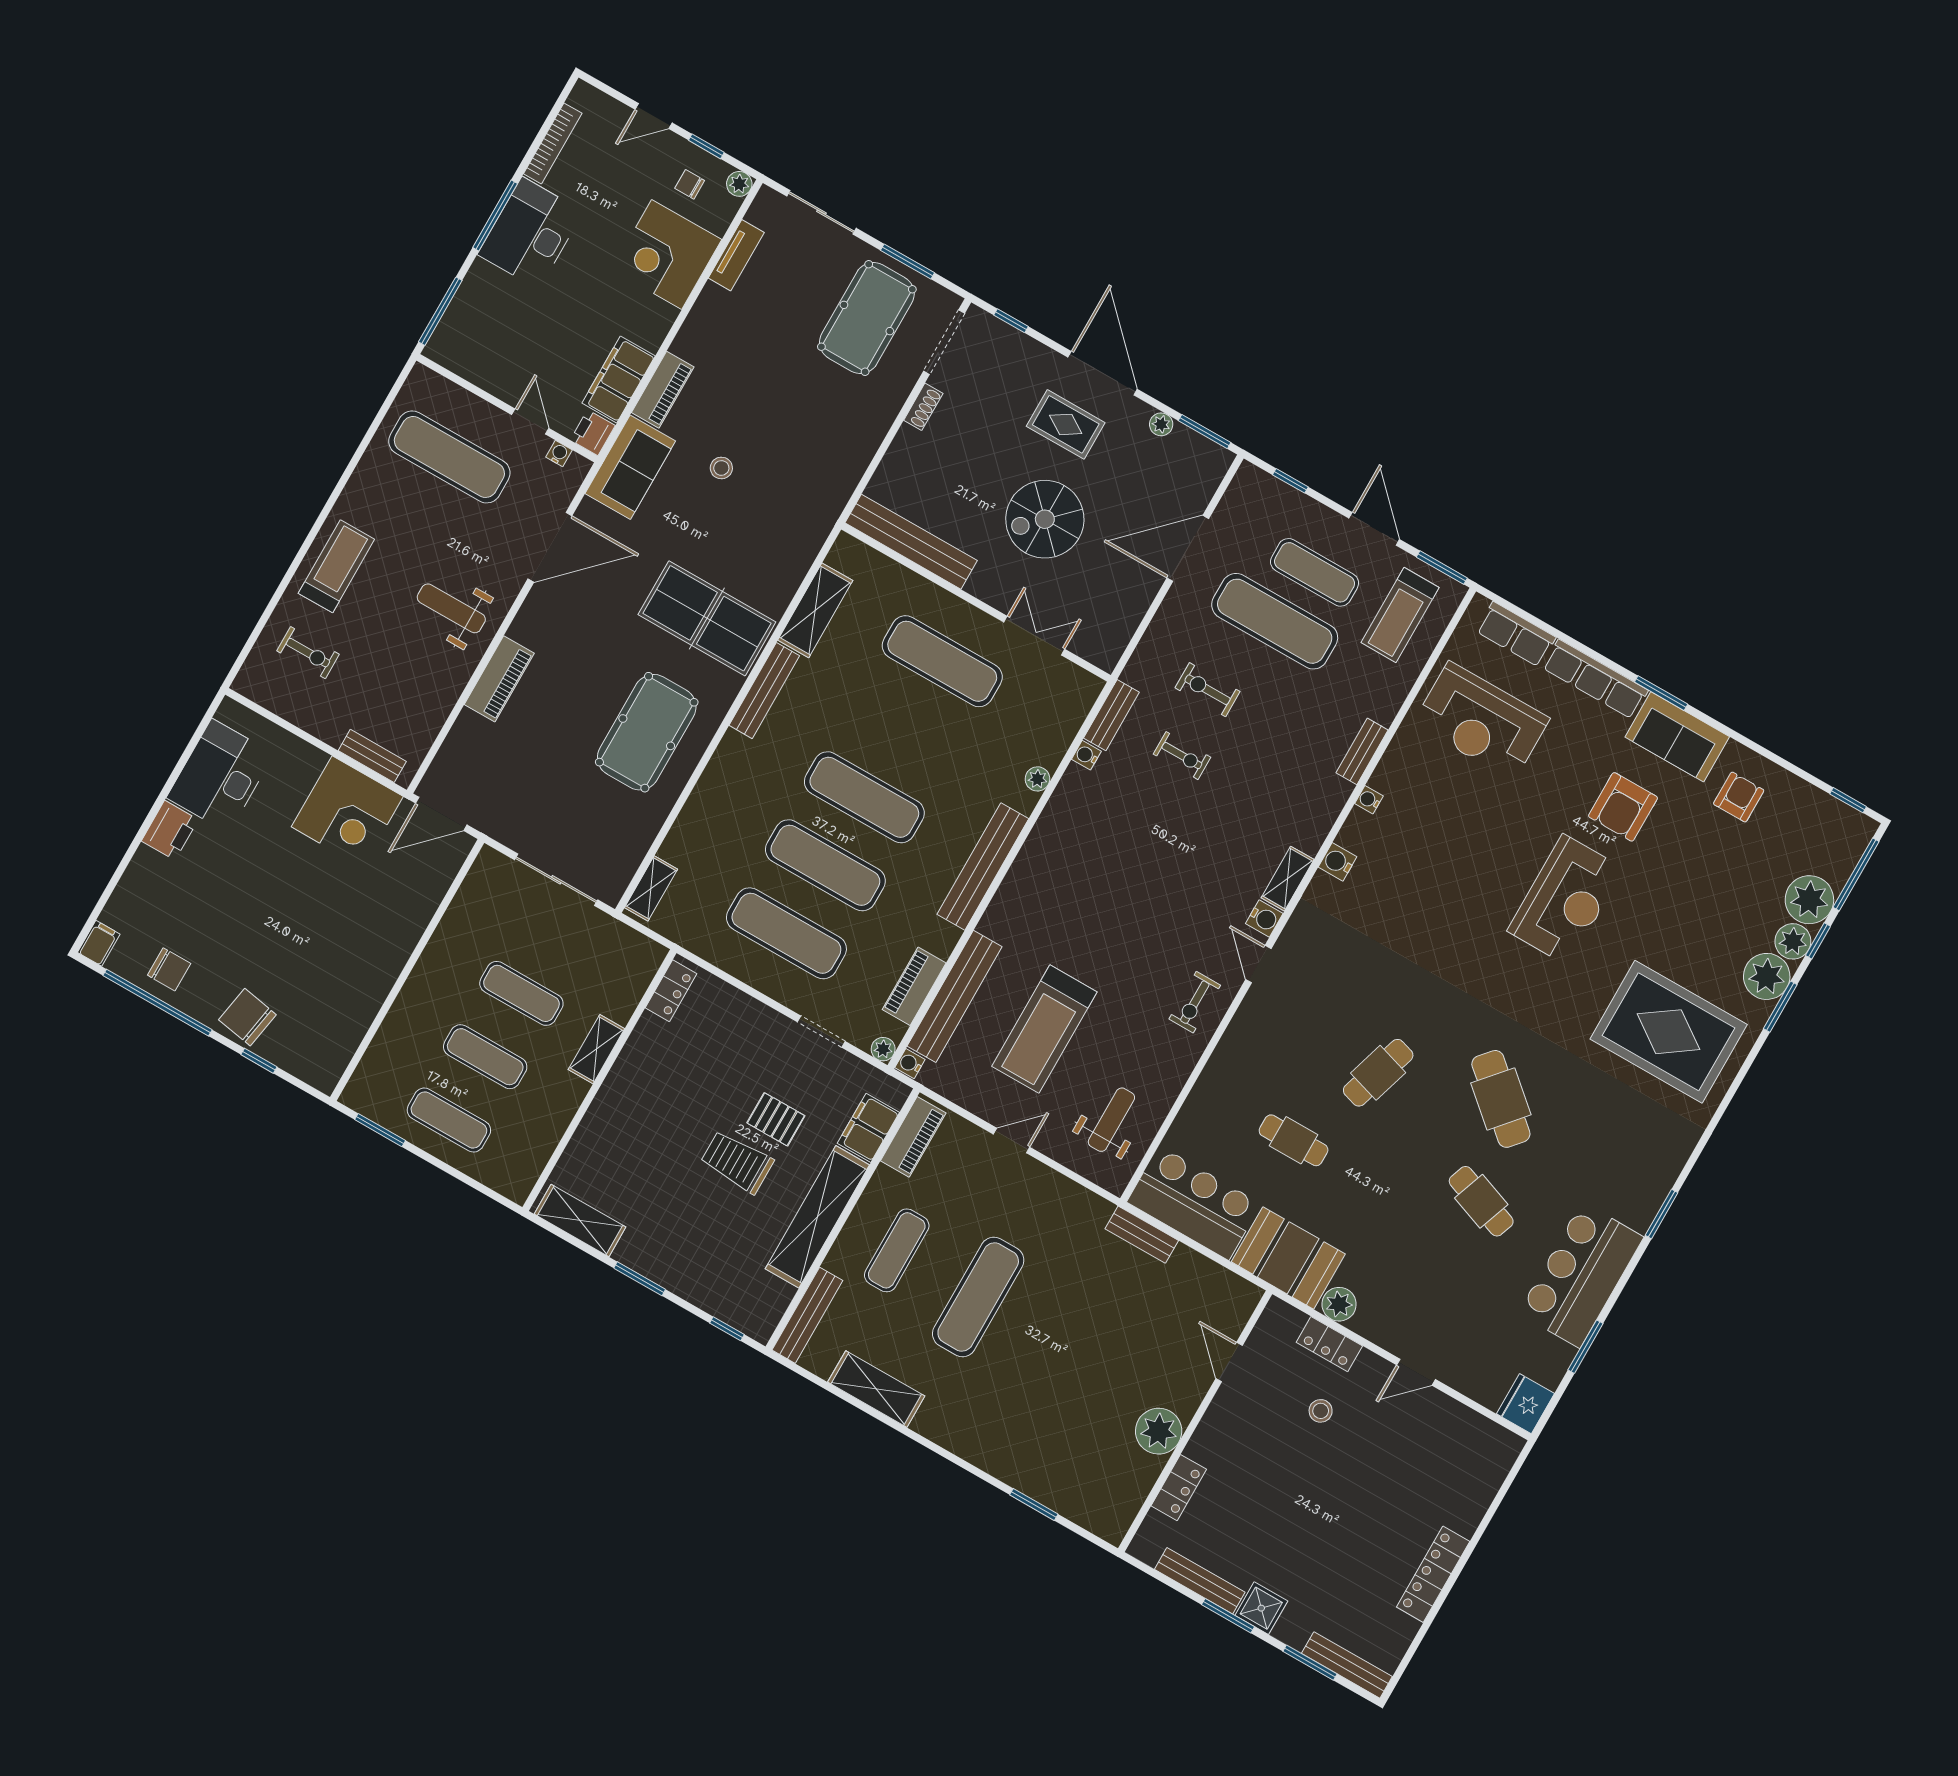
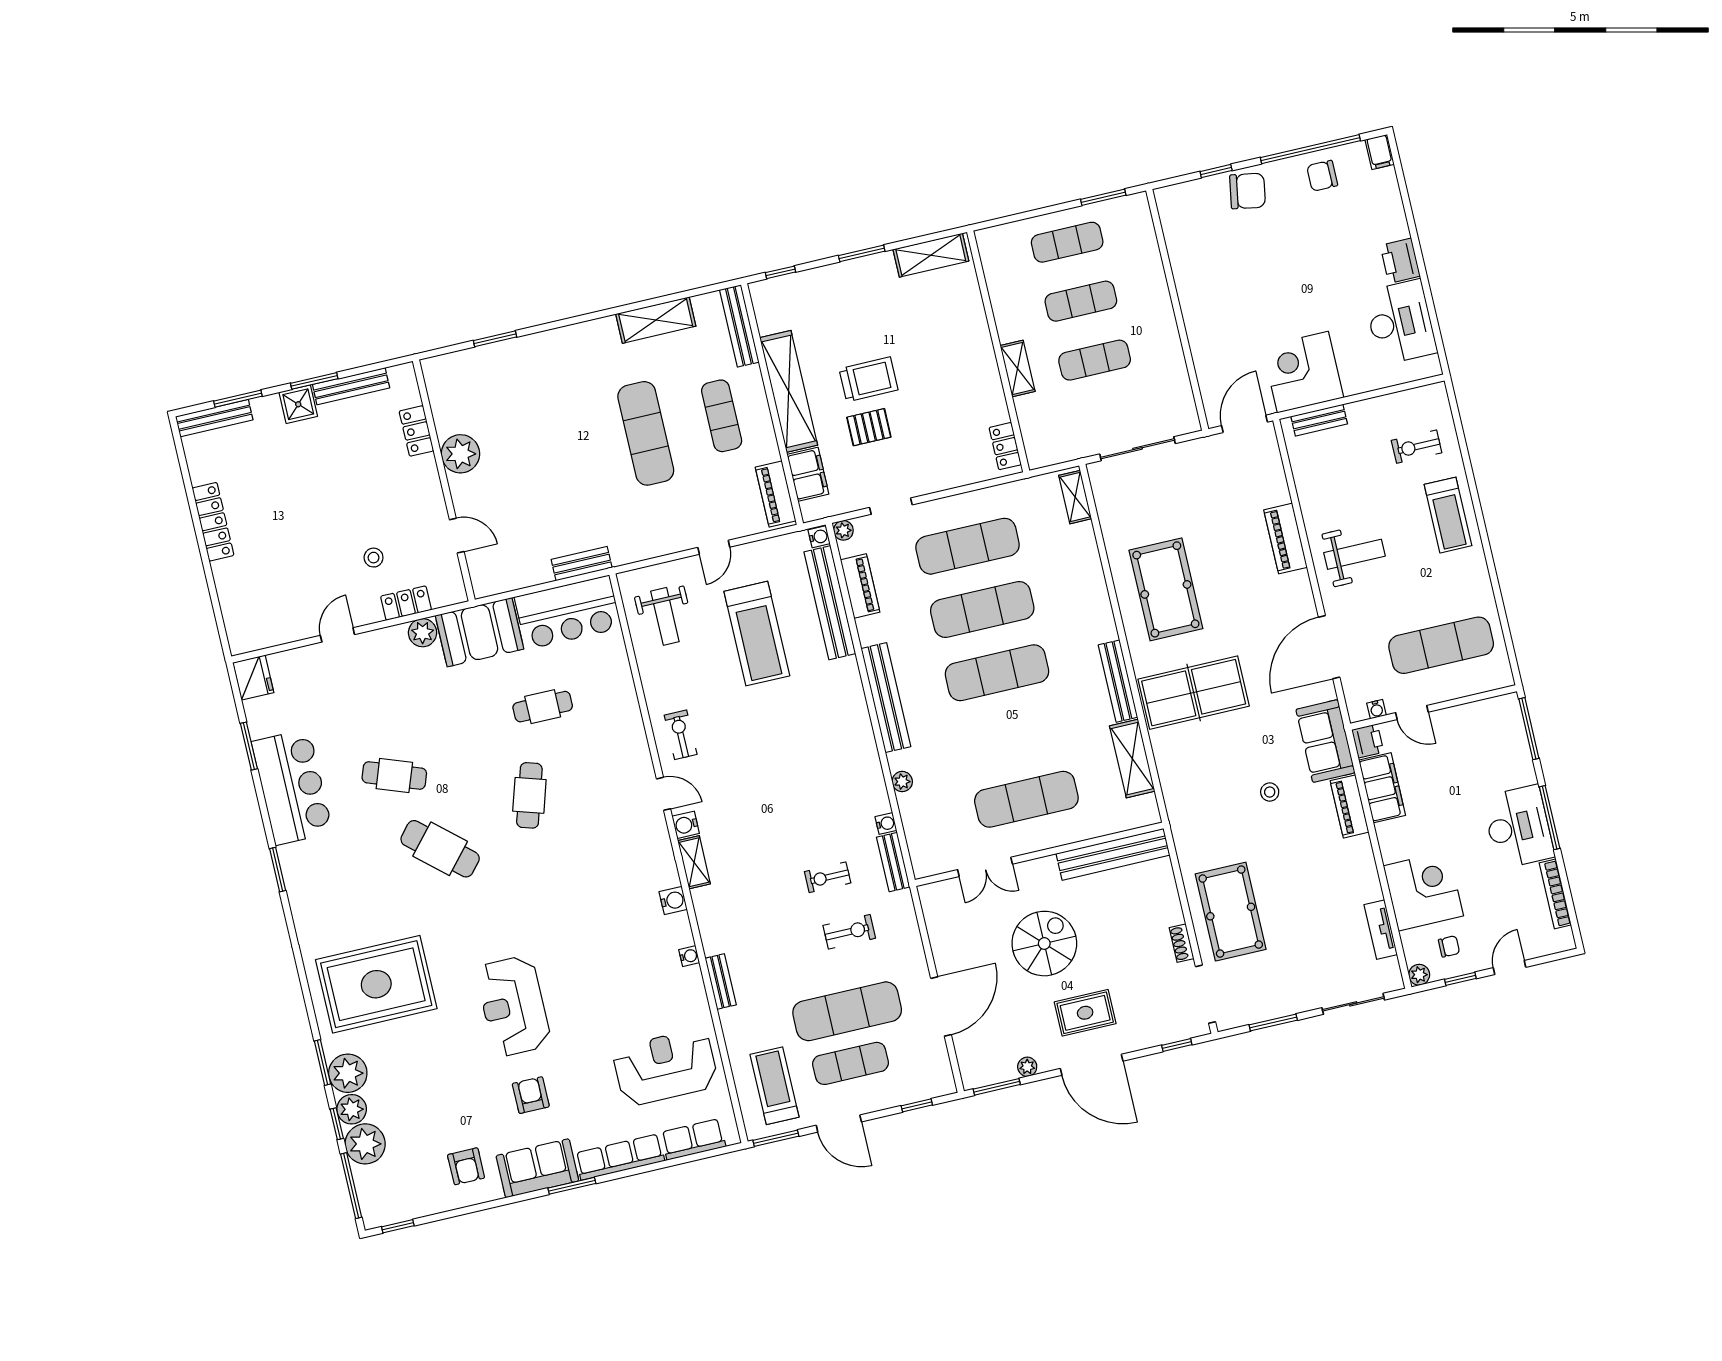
pool table: (867, 318) -> (1231, 912), moved
armchair: (1623, 807) -> (531, 1095), width x0.72, depth x0.72
treadmill: (1044, 1029) -> (757, 634), turned 180

